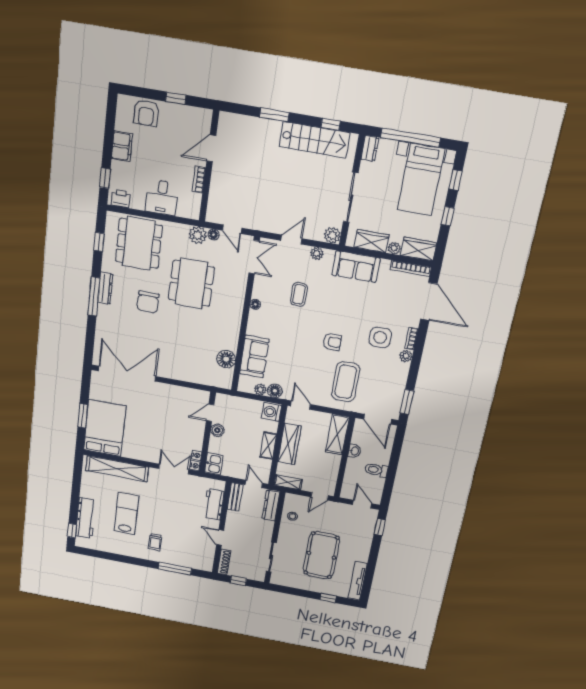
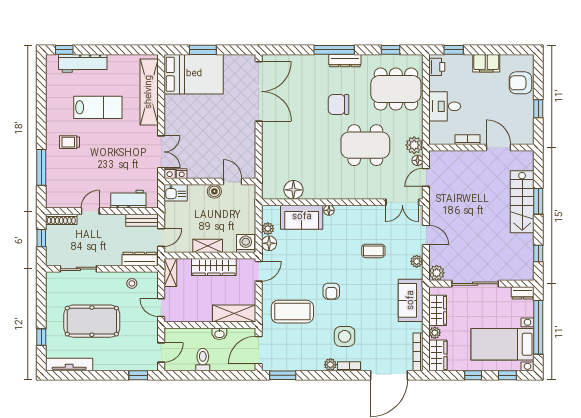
stairs: (315, 140) -> (522, 202), moved
floor lamp: (255, 304) -> (329, 210), moved

